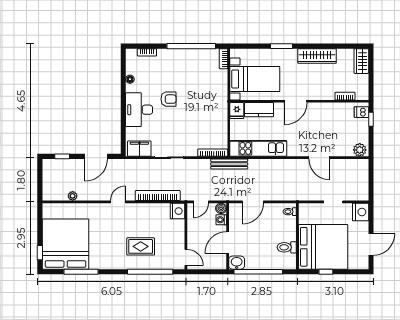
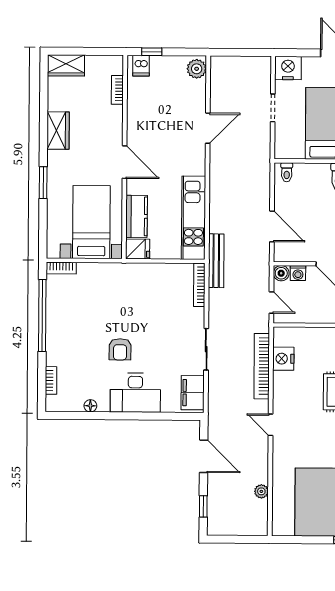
wardrobe: (317, 56) -> (58, 131), width x0.67
armchair: (169, 99) -> (120, 349), turned 180
nightstand: (177, 211) -> (283, 359), moved, turned -90

